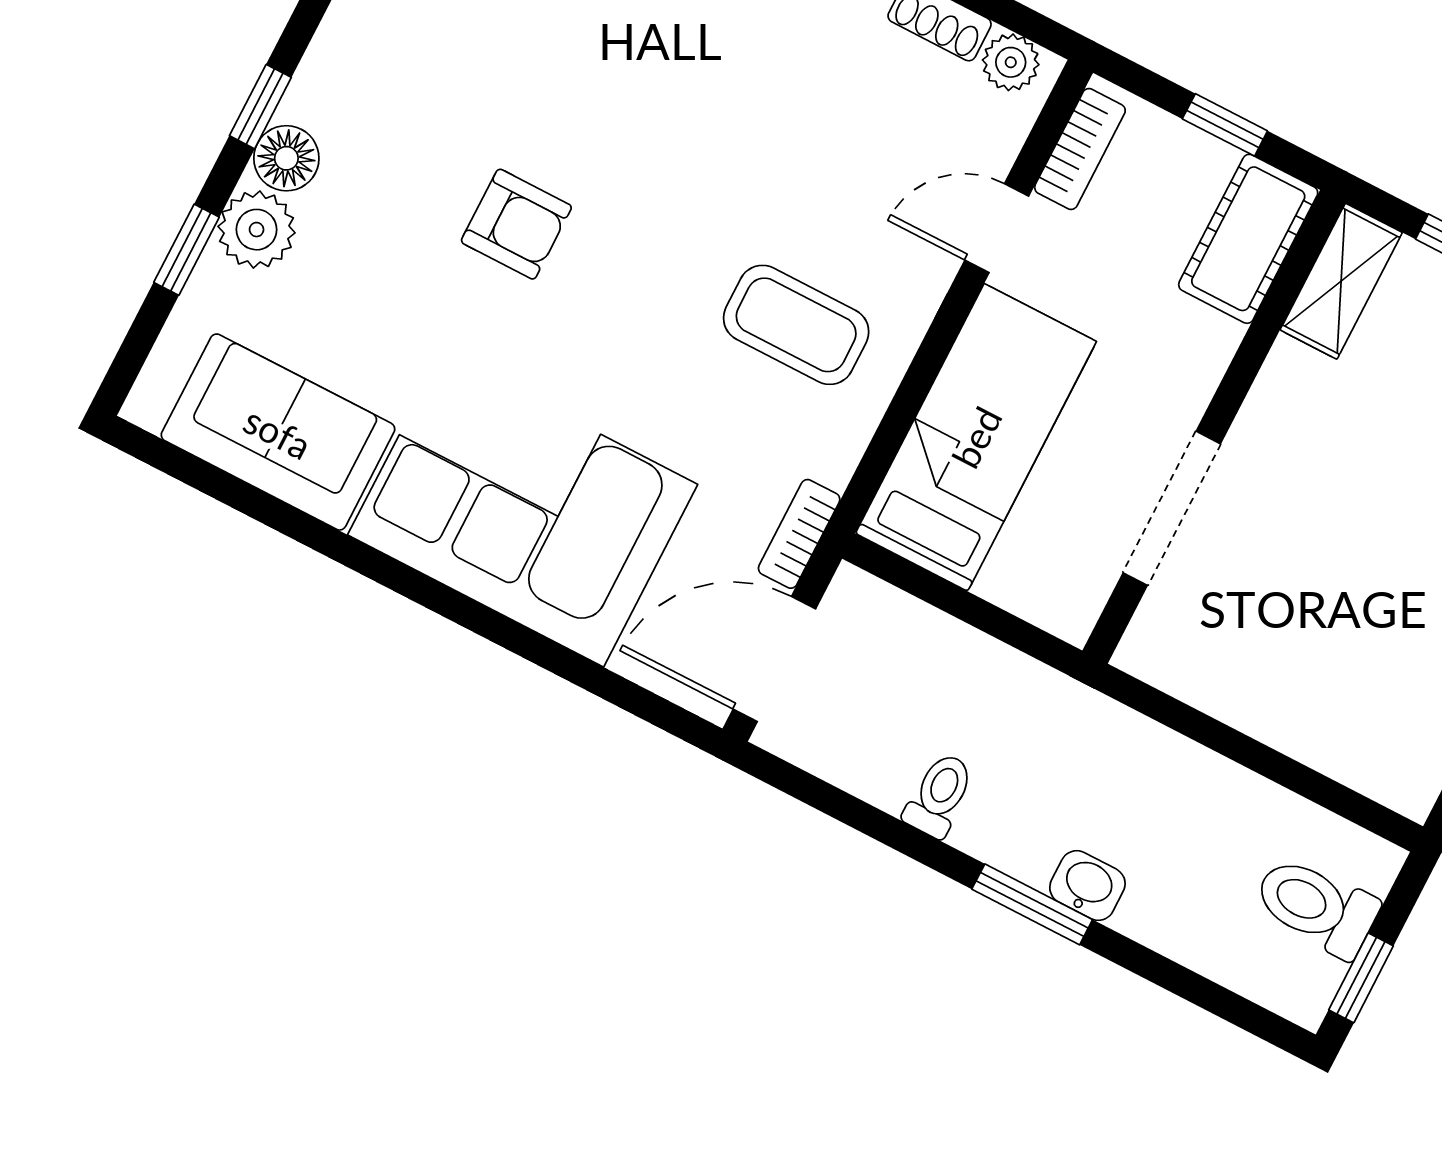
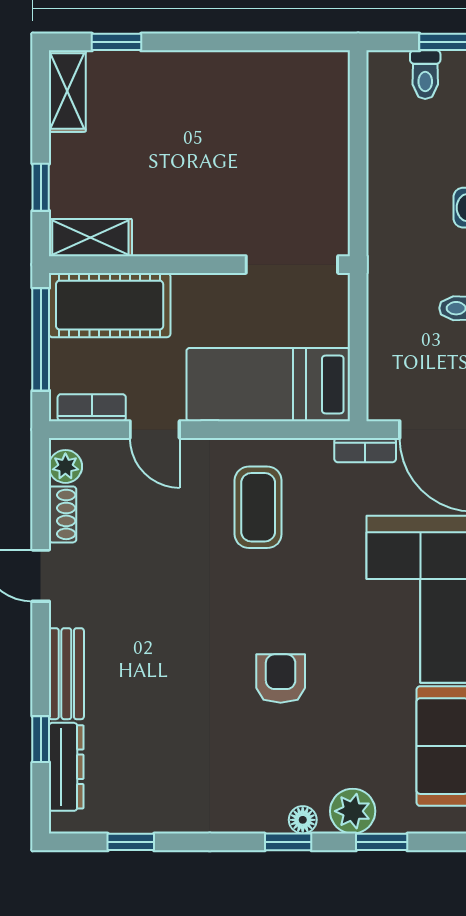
window: (1225, 125) -> (41, 339), width x2.17
floor lamp: (286, 158) -> (303, 820), width x0.73, depth x0.73
cot: (1248, 239) -> (110, 305), width x1.37, depth x1.34
doorway: (1172, 508) -> (292, 265), moved
toilet: (1316, 906) -> (425, 75), width x0.73, depth x0.72

